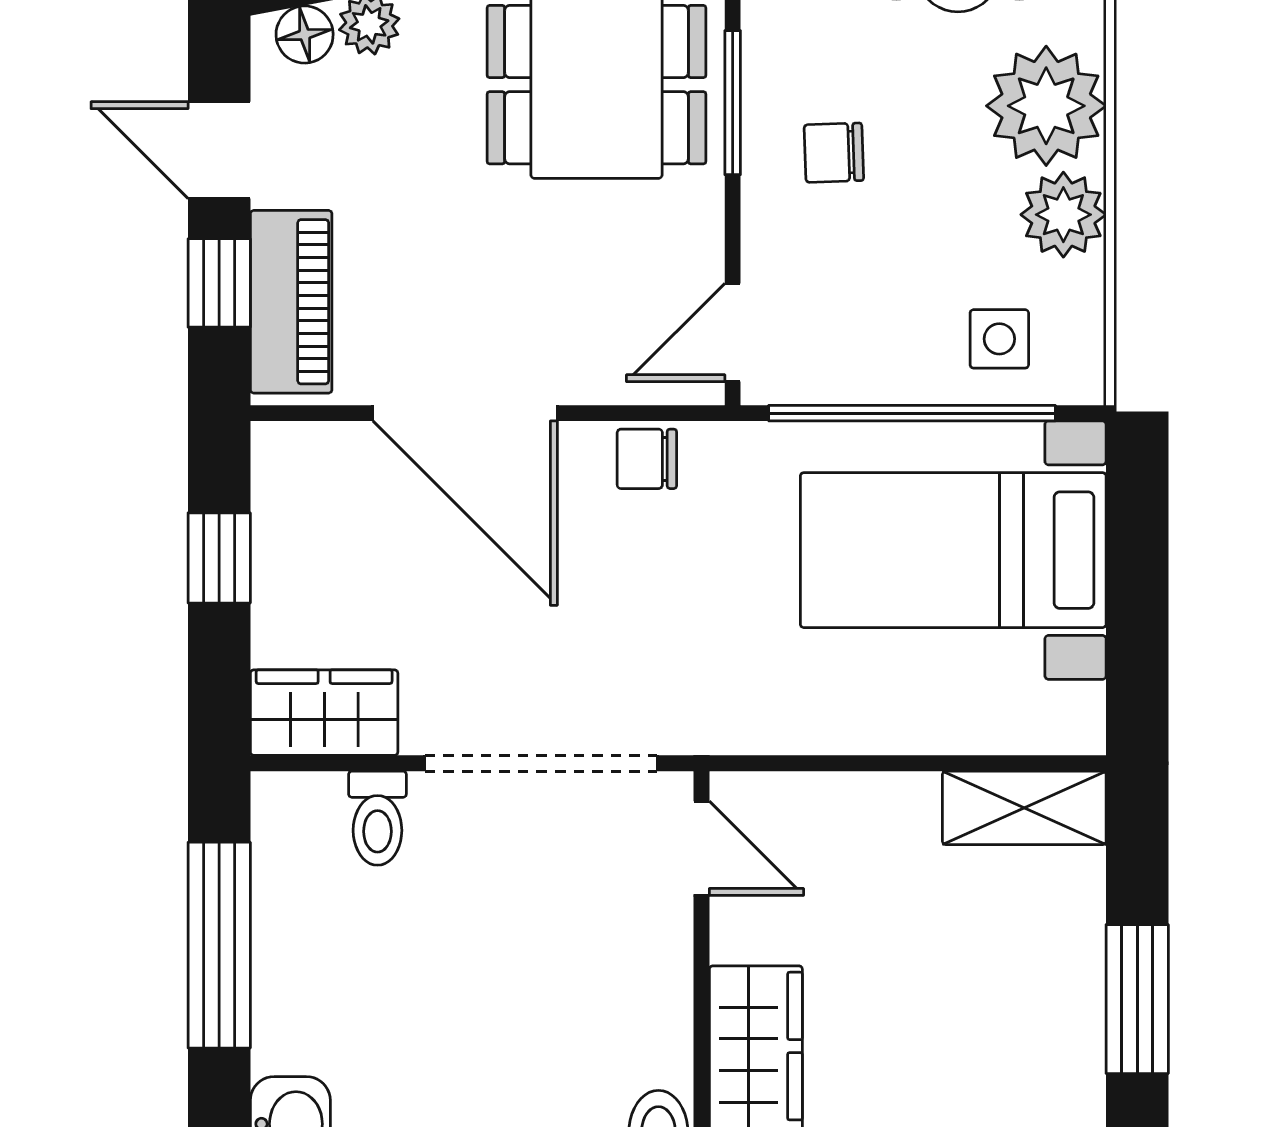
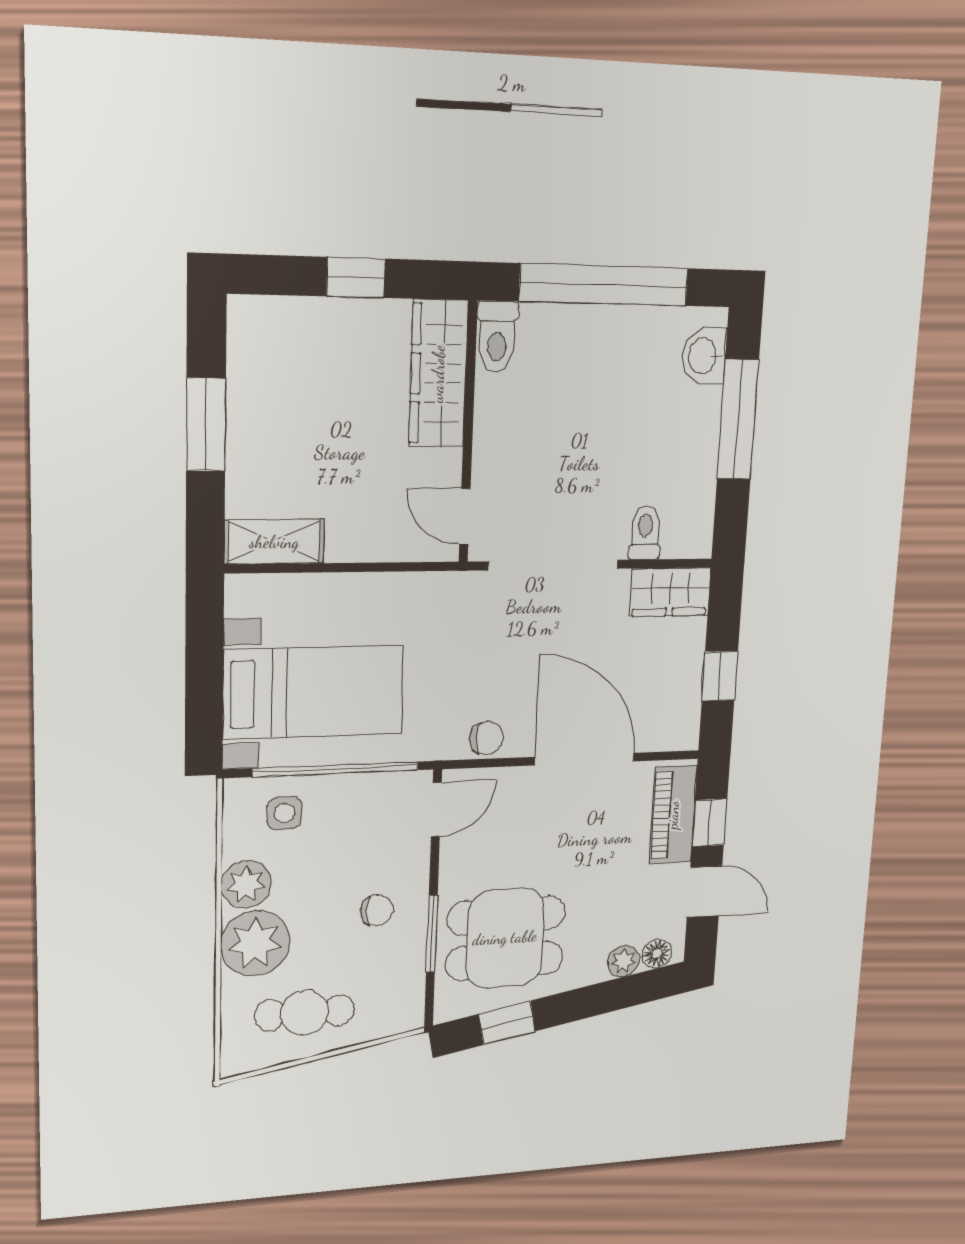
window: (219, 945) -> (738, 419), moved

